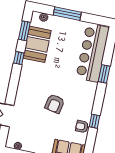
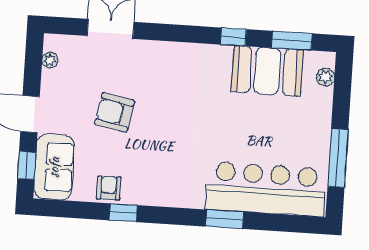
window: (67, 14) -> (338, 158), moved
armchair: (55, 104) -> (115, 113), moved

